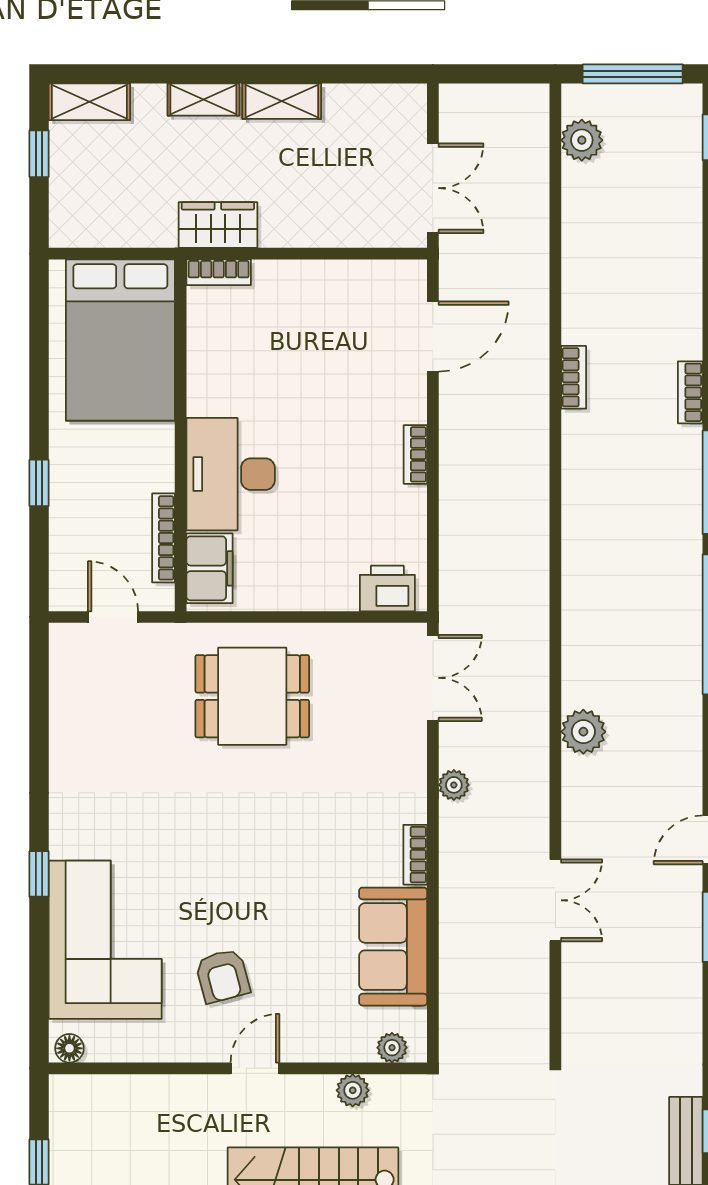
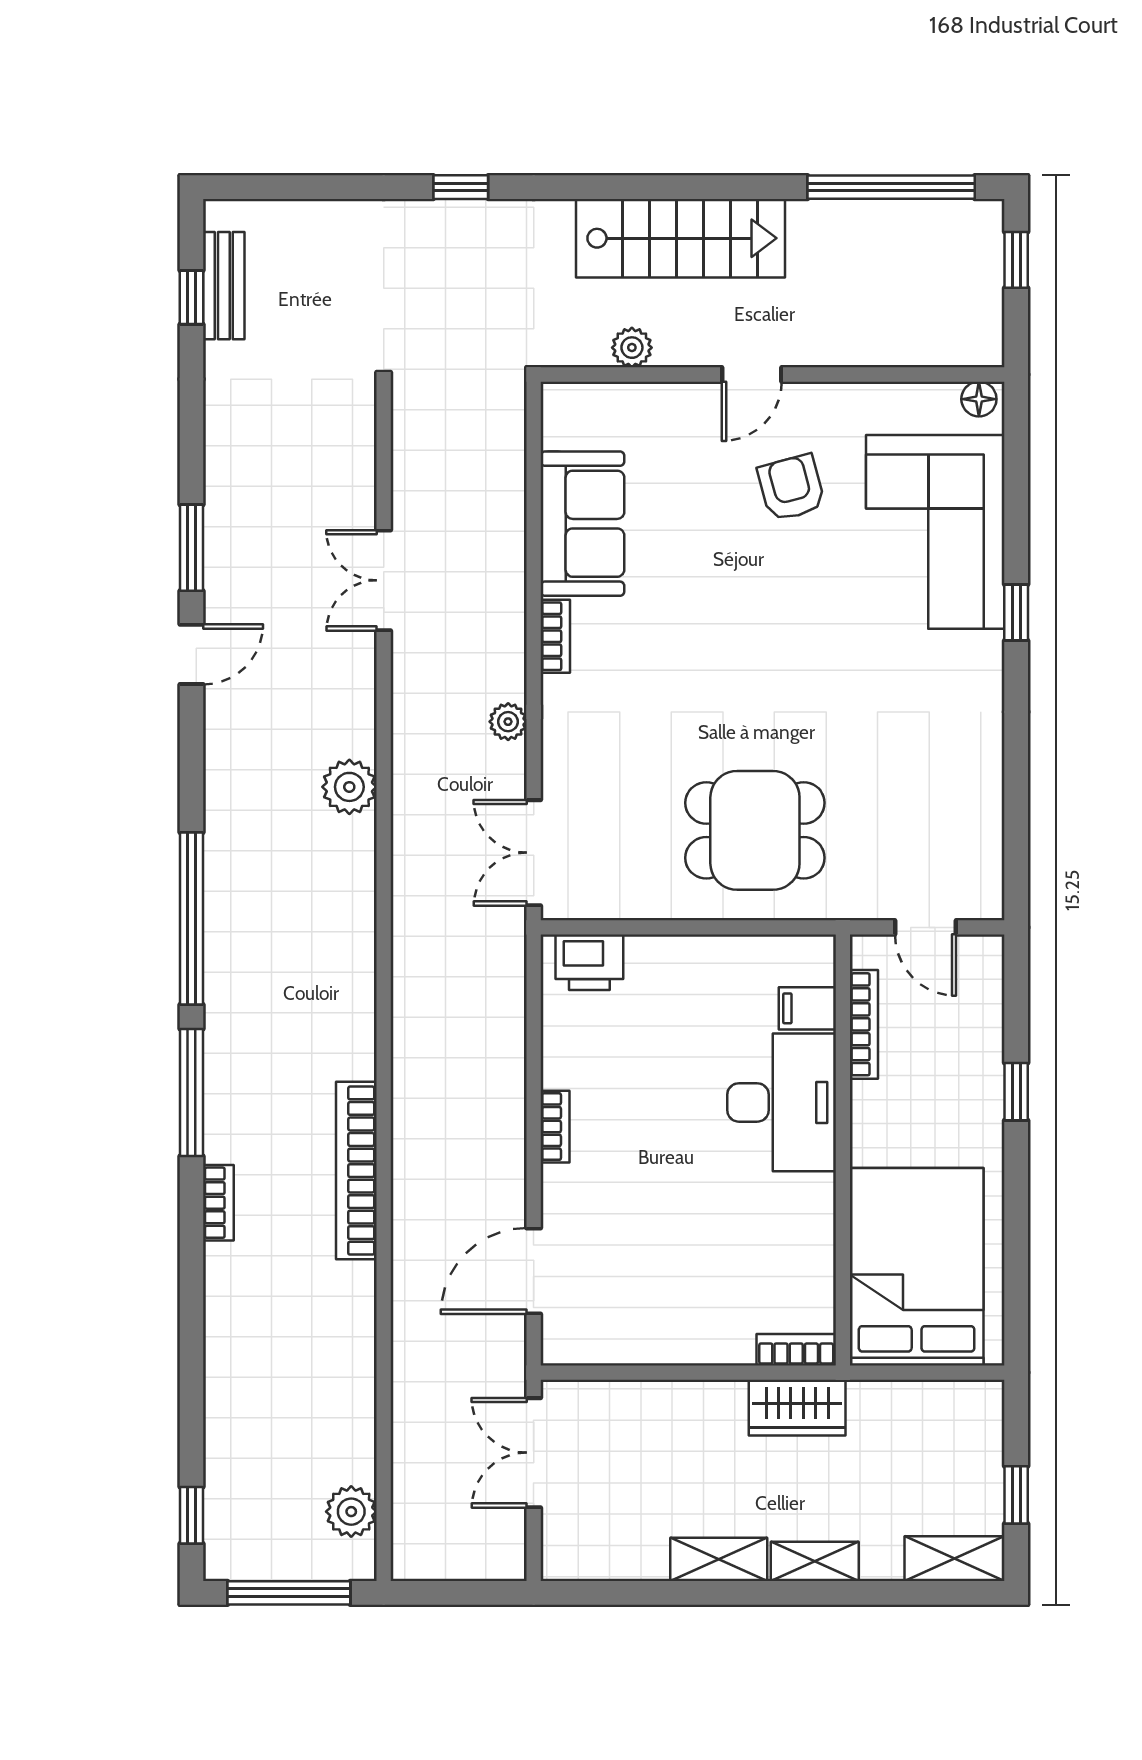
bookcase: (574, 377) -> (356, 1171), width x2.31, depth x1.31
filing cabinet: (209, 568) -> (807, 1008), width x0.50
plant: (392, 1048) -> (584, 400), removed

